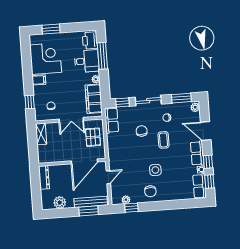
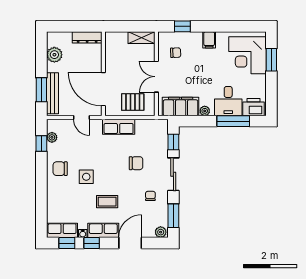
corner desk: (46, 59) -> (247, 55), moved, turned 90
row of seats: (111, 120) -> (119, 127), moved
coffee table: (164, 140) -> (107, 202), moved

